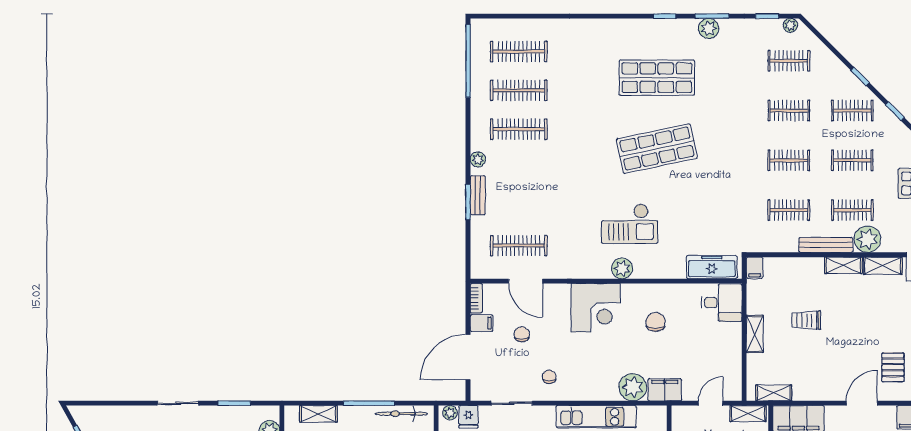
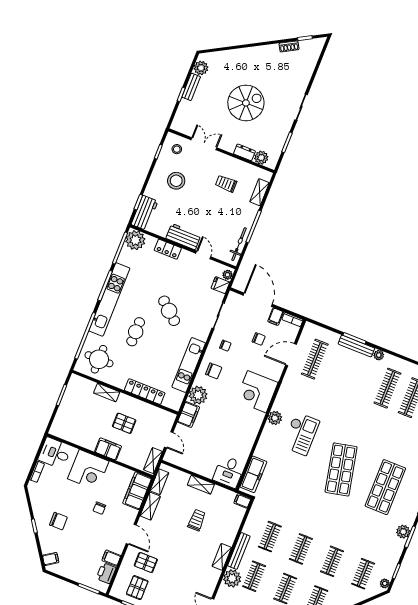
bench: (478, 195) -> (356, 346), width x1.36
checkout: (630, 224) -> (301, 434), turned 180
shelving: (883, 266) -> (150, 506), moved
chair: (655, 322) -> (214, 371), moved

